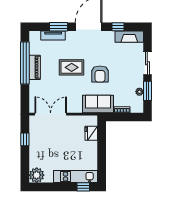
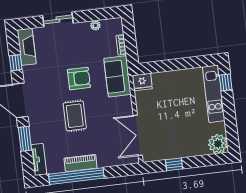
tv unit: (53, 36) -> (39, 159), moved
window: (147, 91) -> (93, 15), removed
fridge: (91, 133) -> (142, 82), moved

